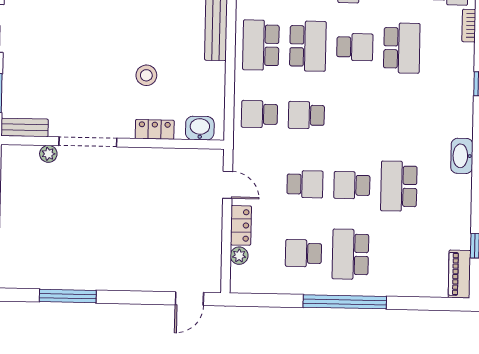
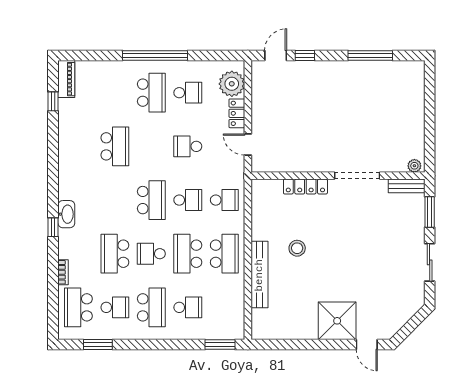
stool: (146, 75) -> (297, 248), moved
washbasin: (200, 128) -> (270, 188), removed
locker: (155, 129) -> (305, 186), width x1.53
plant: (48, 154) -> (414, 166), moved
washbasin: (462, 156) -> (66, 214), moved
school desk: (352, 185) -> (151, 200), moved, width x1.85
plant: (239, 256) -> (232, 84), width x1.88, depth x1.88
window: (152, 298) -> (305, 56), added

